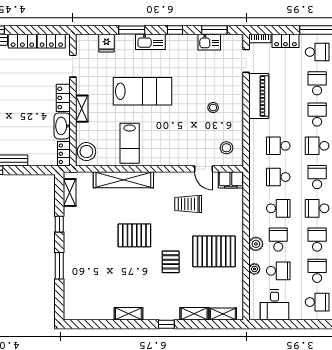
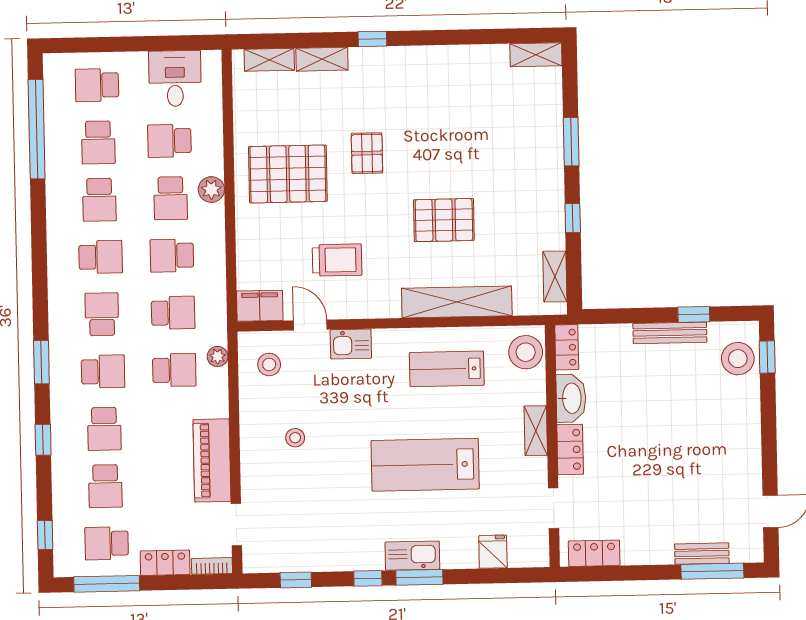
window: (132, 30) -> (419, 577), moved
window: (214, 30) -> (296, 580), width x0.67
locker: (22, 41) -> (647, 552), removed
kitchen sink: (209, 42) -> (351, 344), moved, turned 180
lab bench: (130, 143) -> (447, 369), turned -90
school desk: (317, 177) -> (102, 314), turned 180
pallet: (134, 235) -> (444, 220), moved
plant: (254, 269) -> (218, 357), moved
shelving: (128, 314) -> (536, 55), moved

